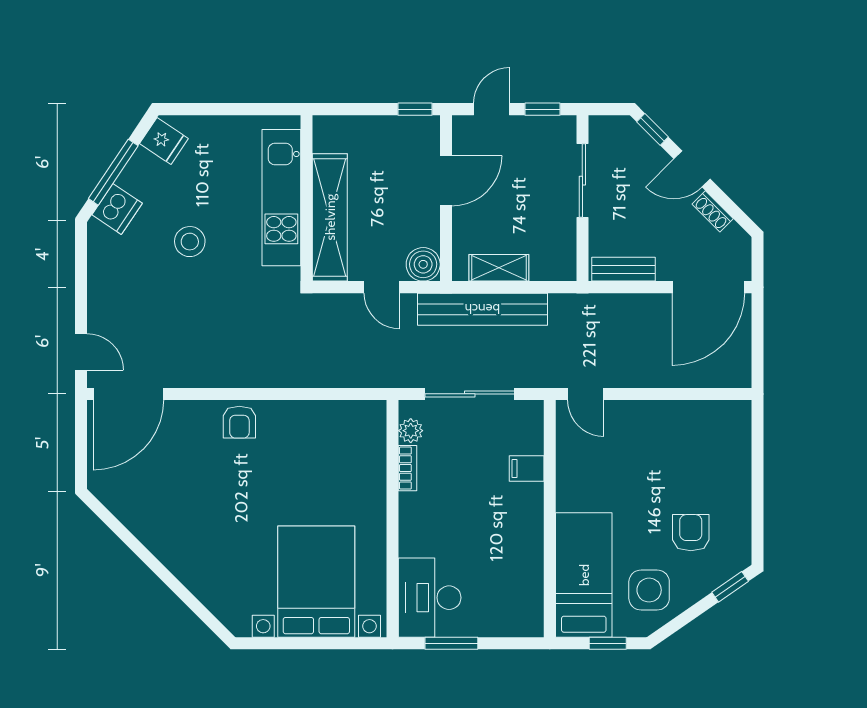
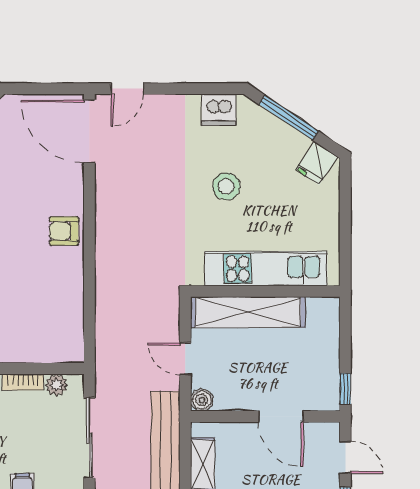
dishwasher: (117, 209) -> (219, 110), moved, turned -34
boiler: (423, 264) -> (202, 400), width x0.73, depth x0.73
door: (382, 287) -> (185, 359), hinge flipped

